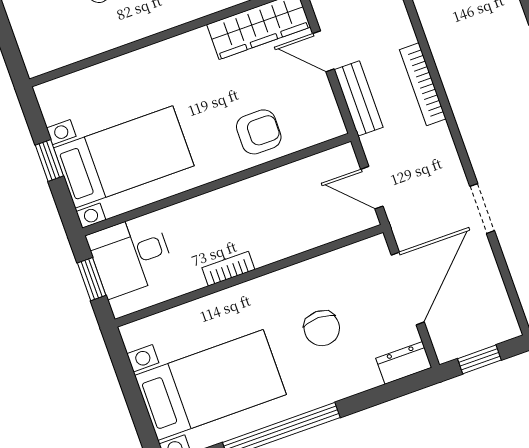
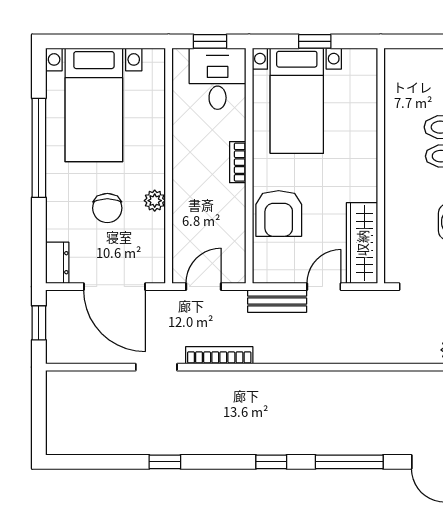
bookcase: (423, 84) -> (219, 355), moved
armchair: (259, 132) -> (279, 213), width x1.38, depth x1.38
bookcase: (228, 269) -> (238, 162), moved, turned 180
plant: (294, 278) -> (155, 201), added
chair: (322, 328) -> (107, 208), turned -90

